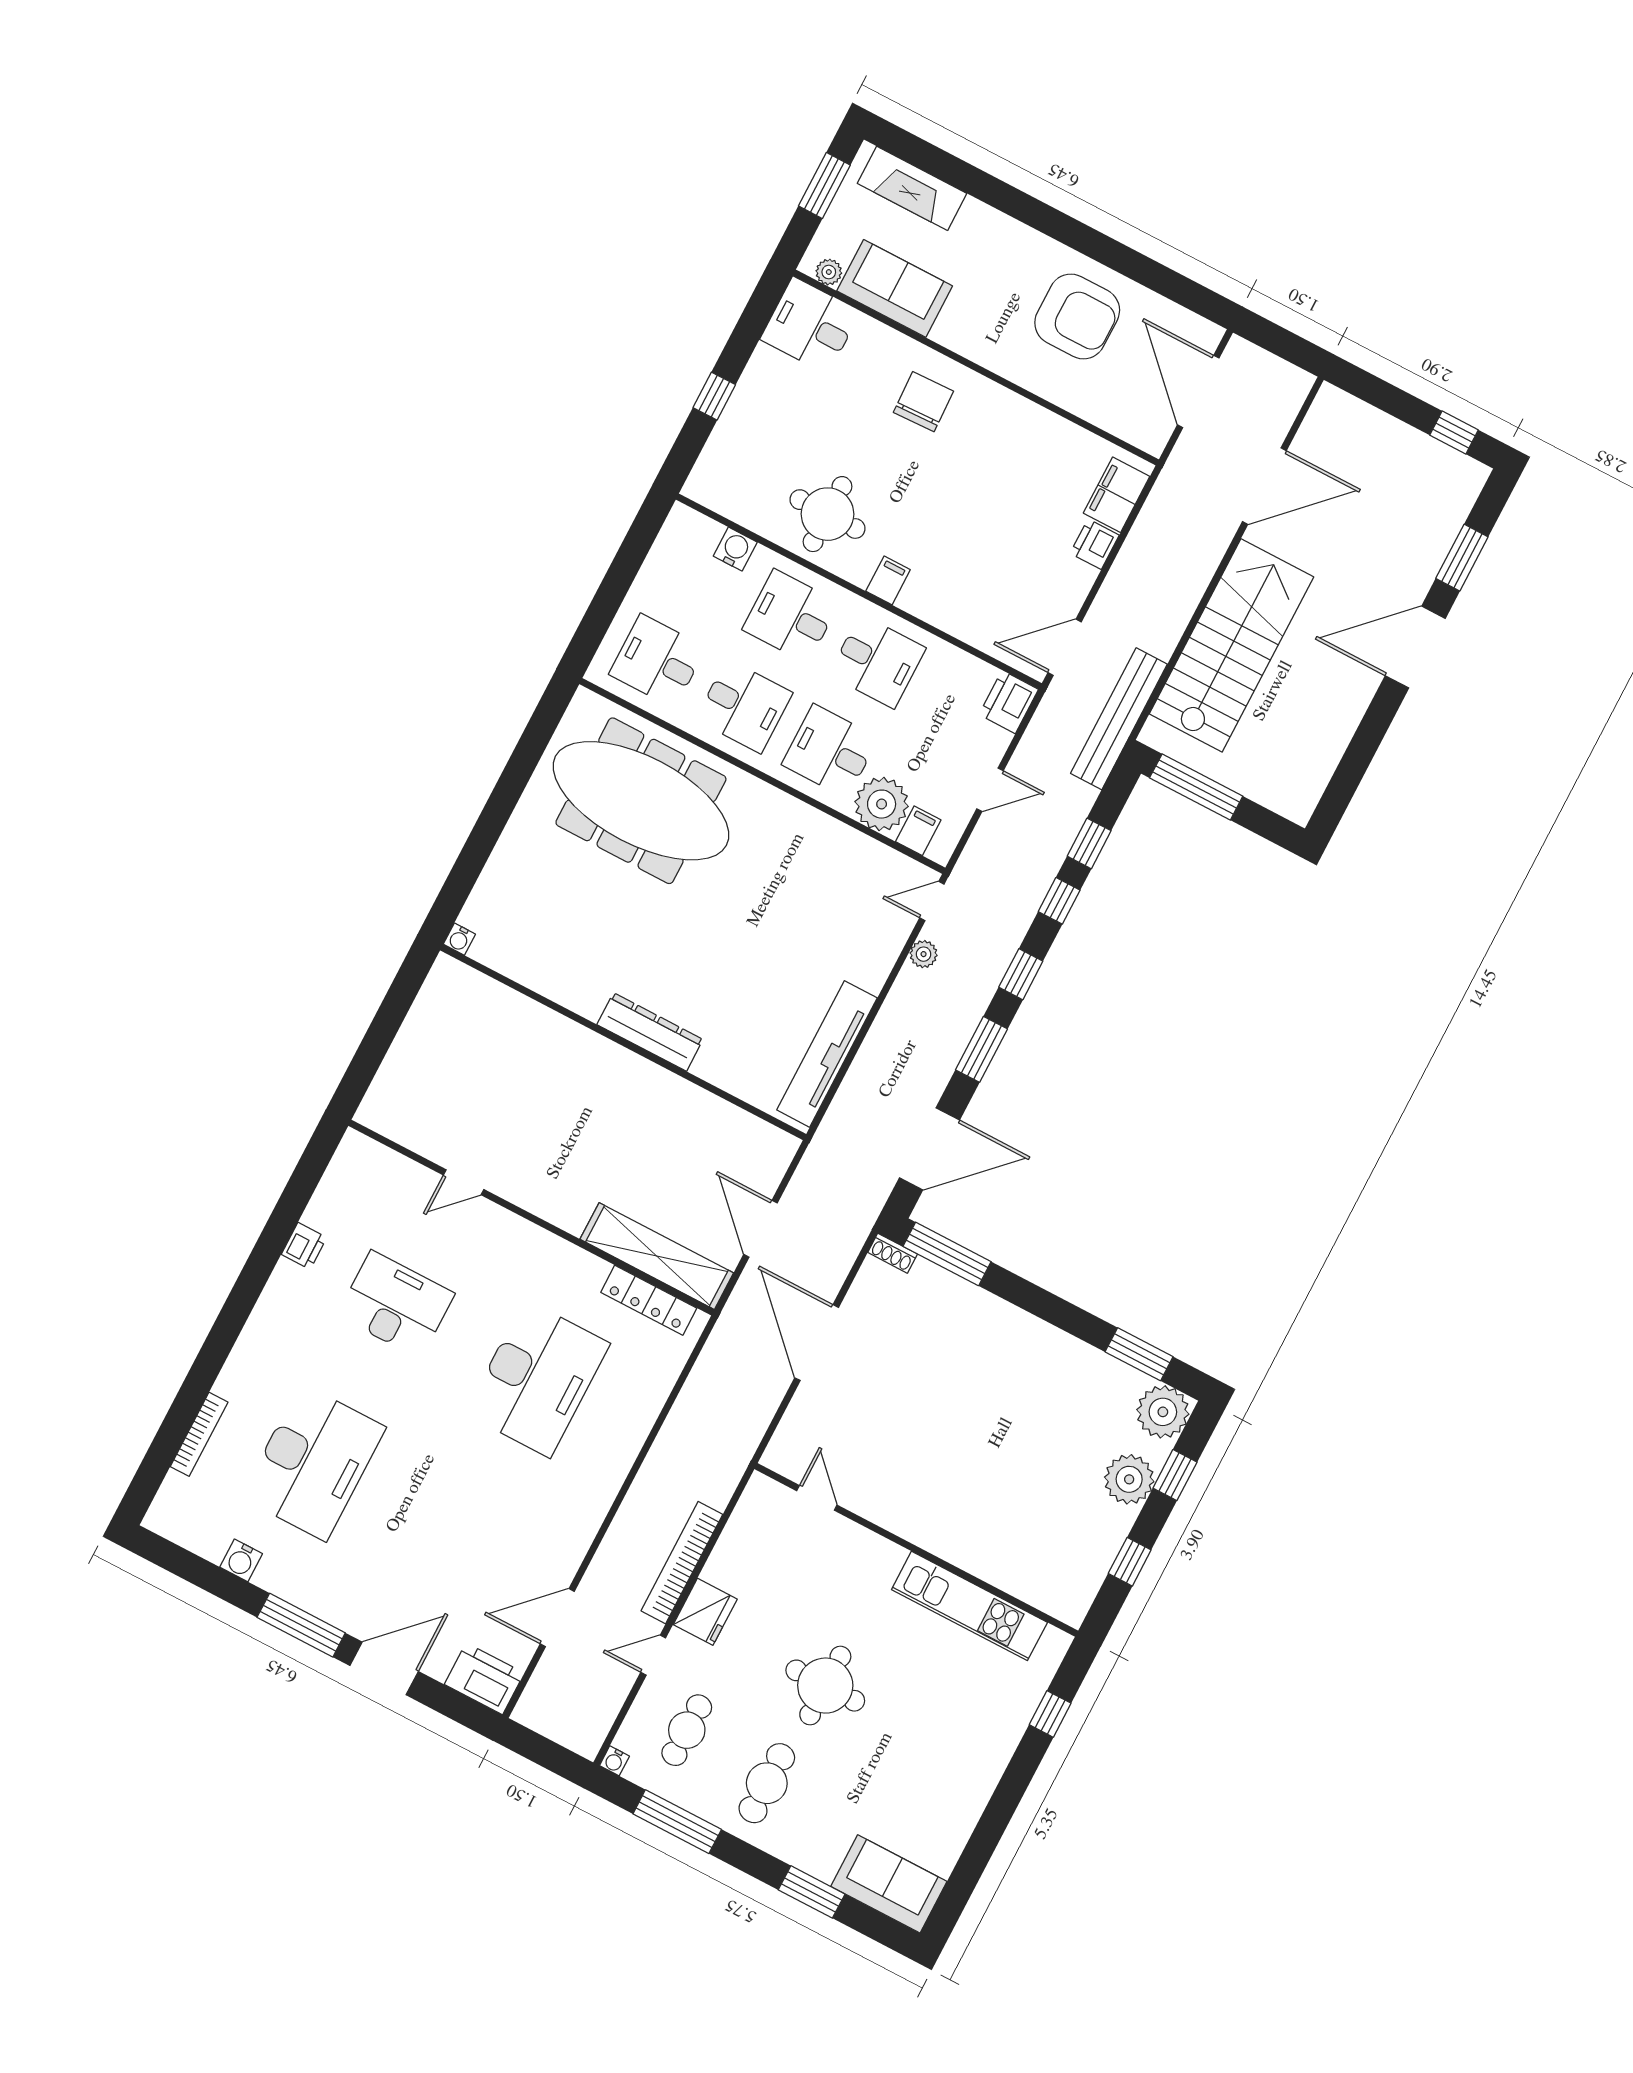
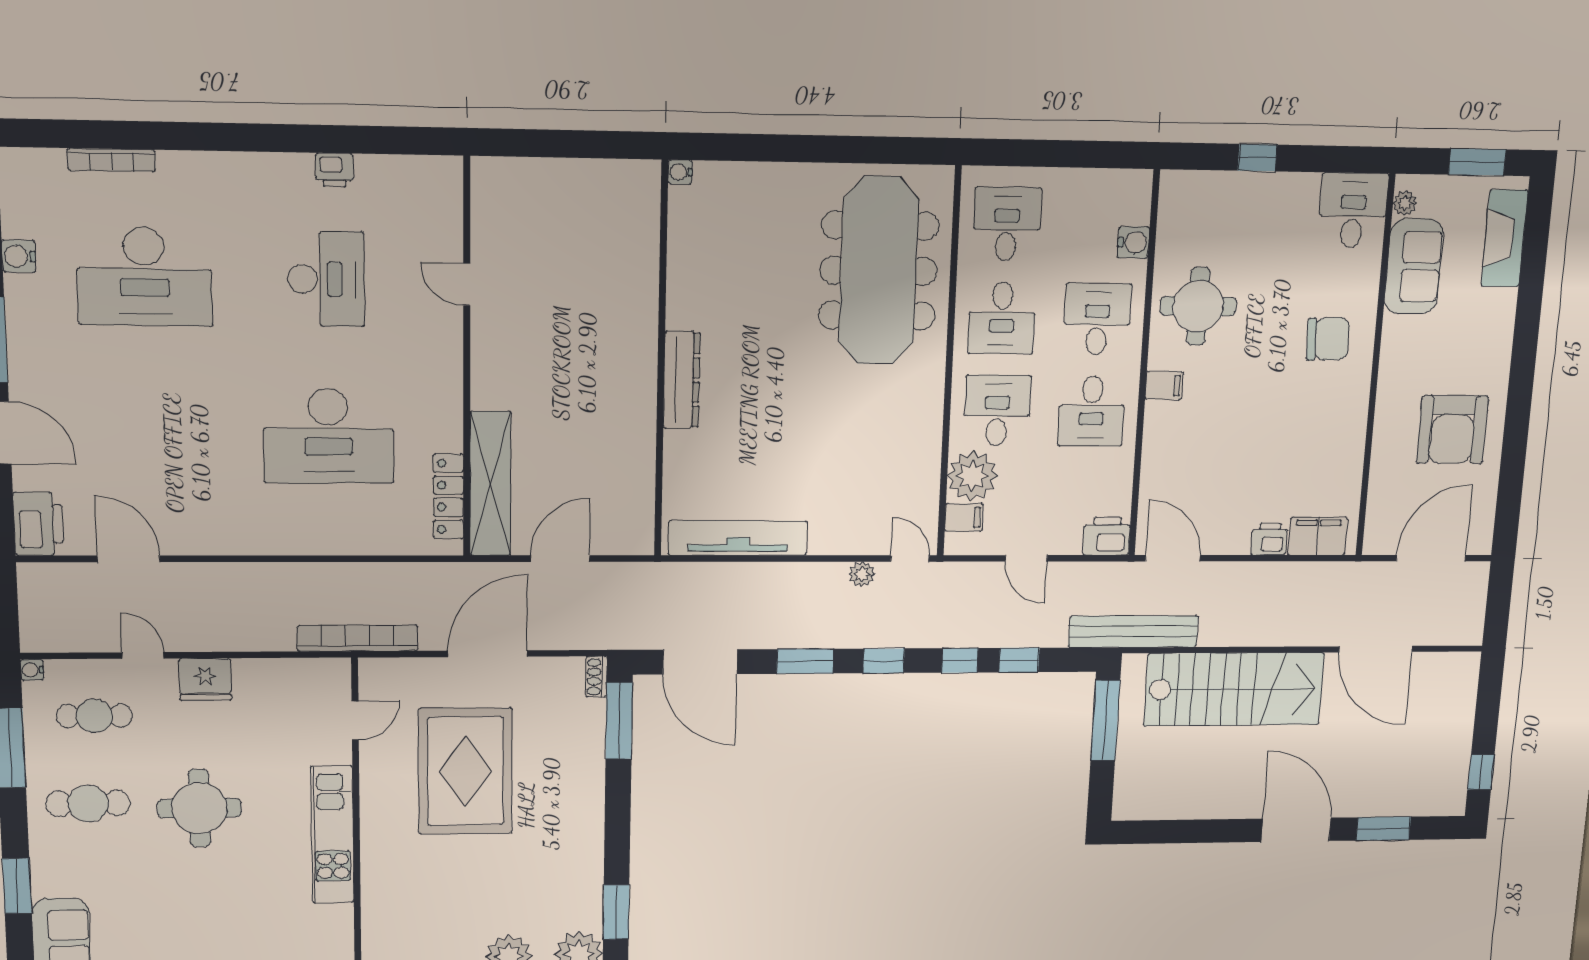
rug: (920, 1423) -> (465, 771), added
bookcase: (682, 1563) -> (358, 638), moved
kitchen unit: (969, 1606) -> (333, 835), moved

